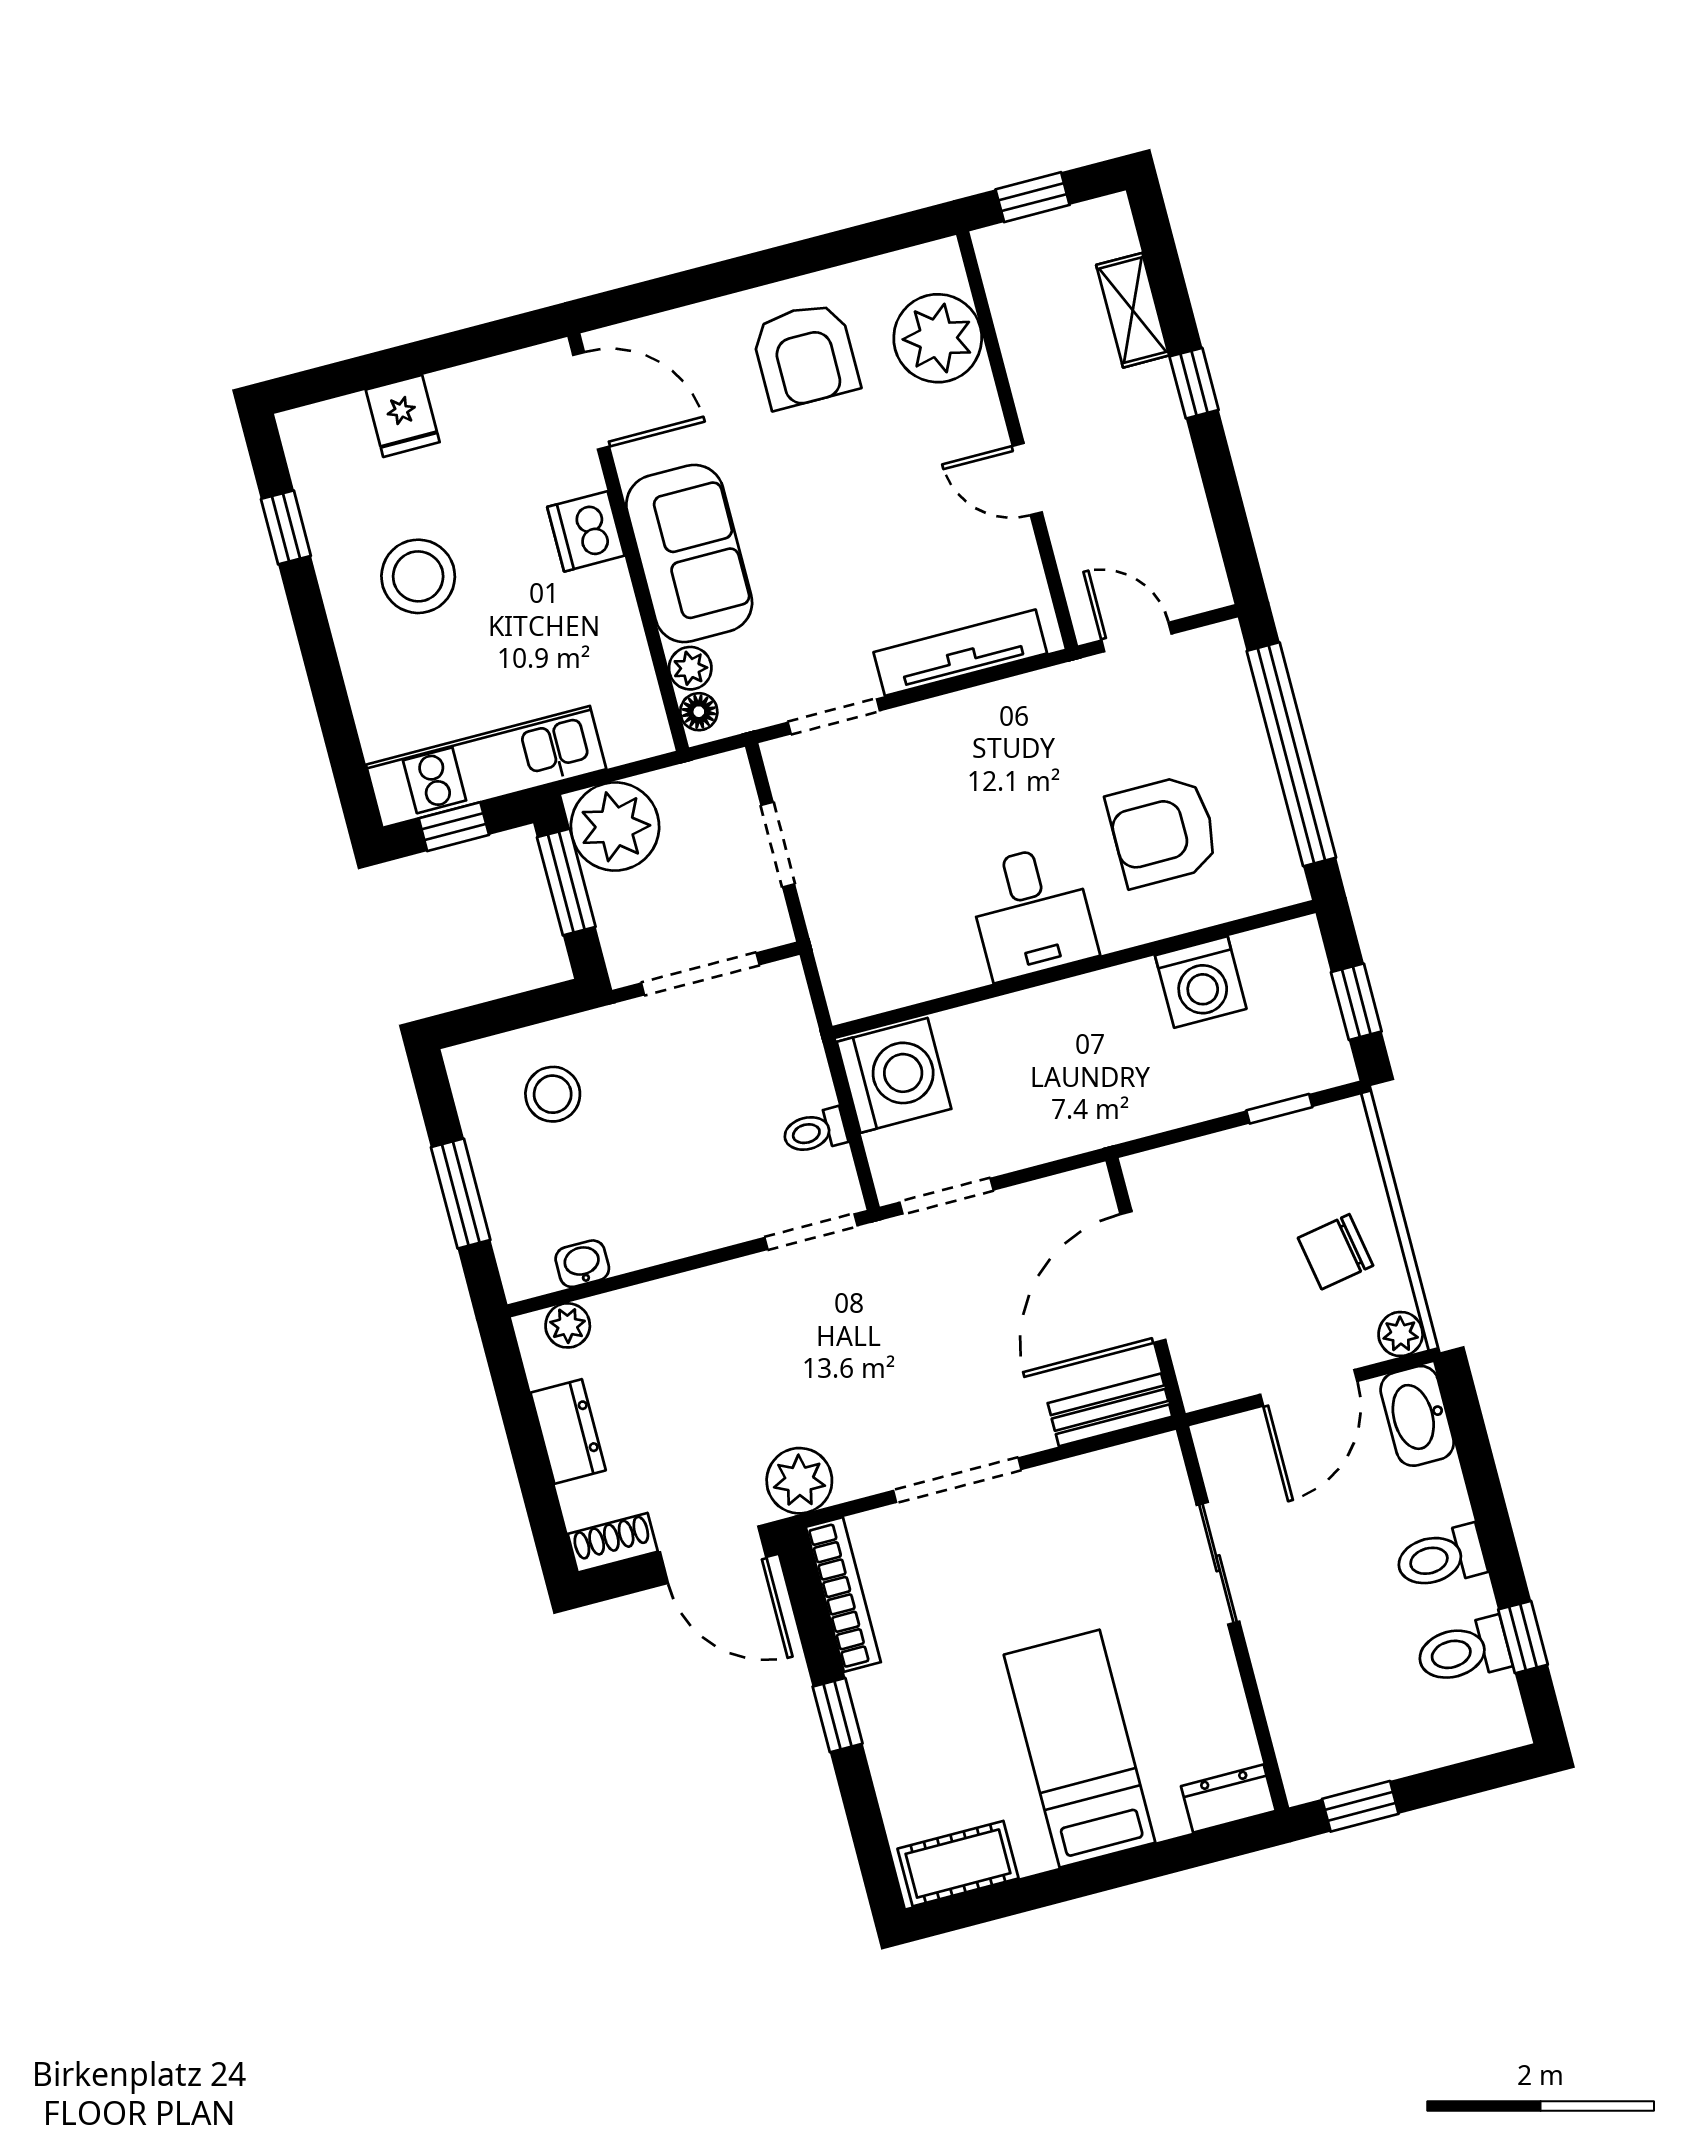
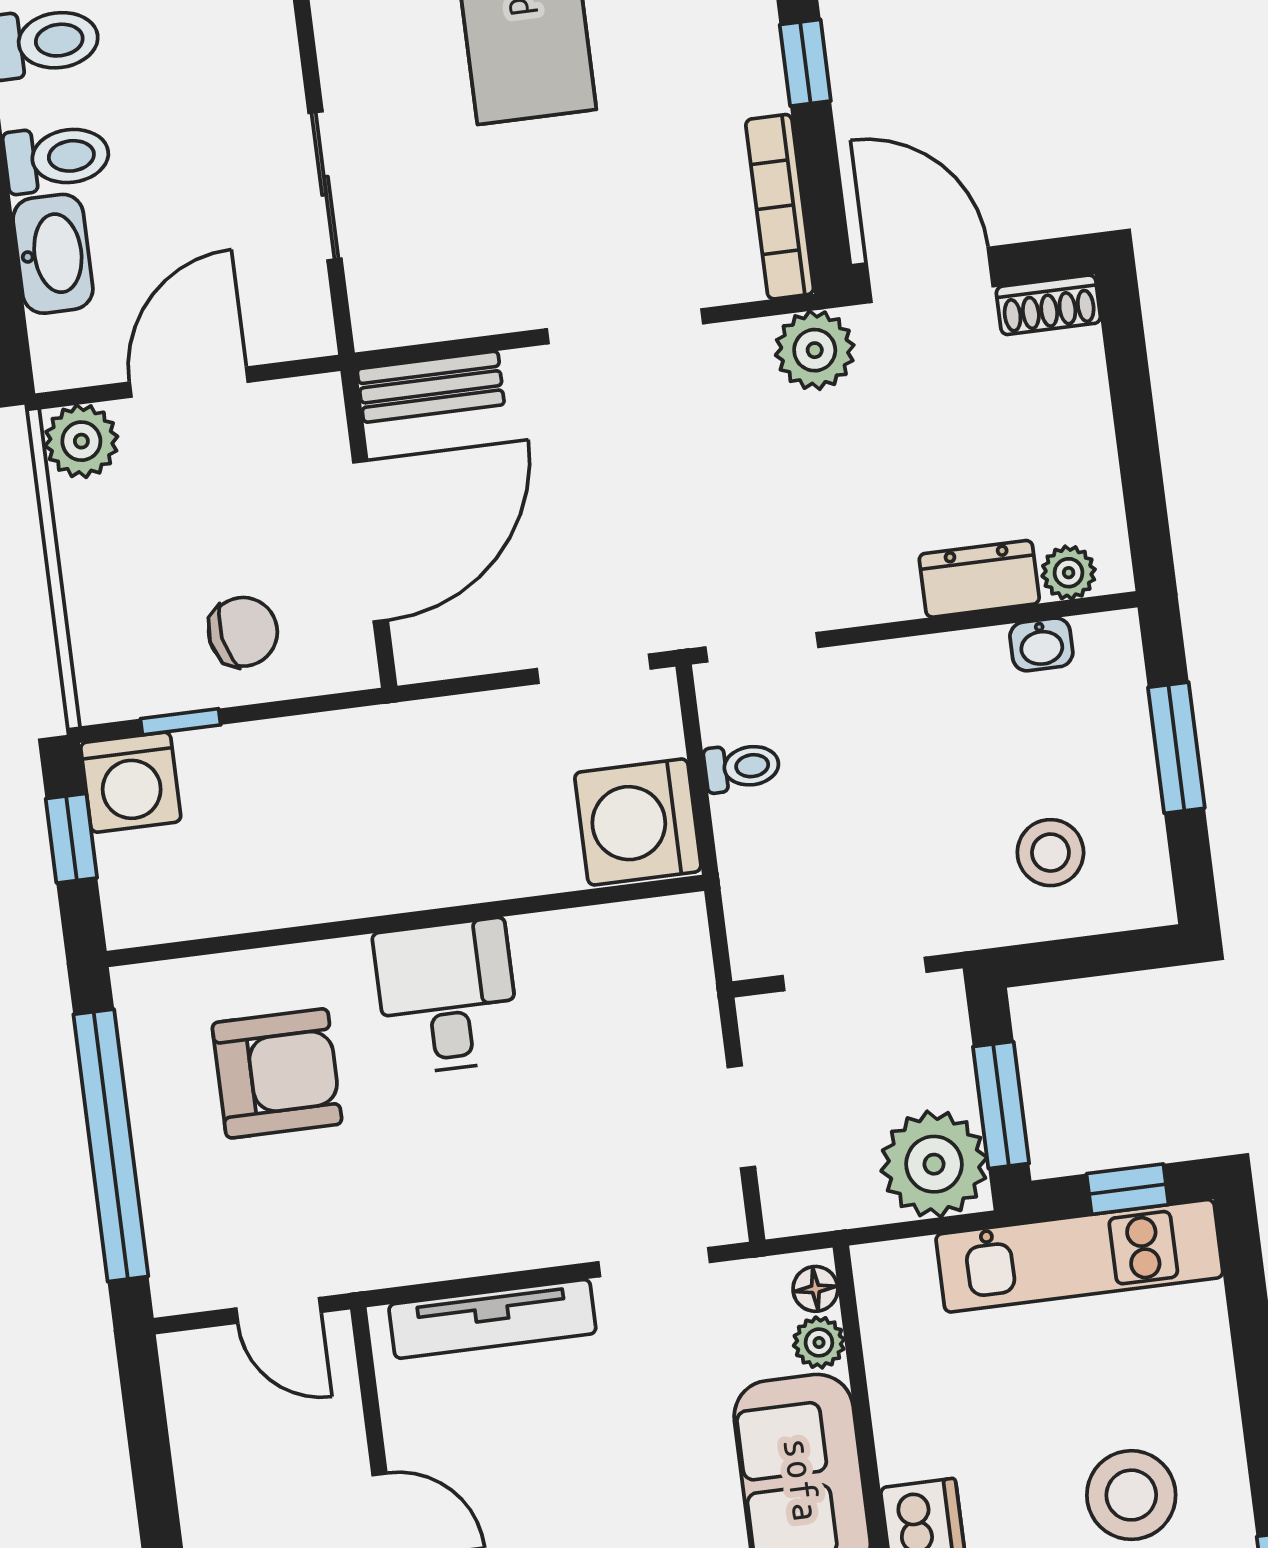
washing machine: (1201, 982) -> (131, 782), moved, turned 180
chair: (1336, 1252) -> (243, 632), moved
plant: (1401, 1334) -> (81, 441), width x1.38, depth x1.38
washbasin: (1417, 1416) -> (53, 254), moved
dresser: (568, 1431) -> (979, 579), moved, turned 90

